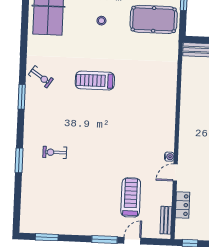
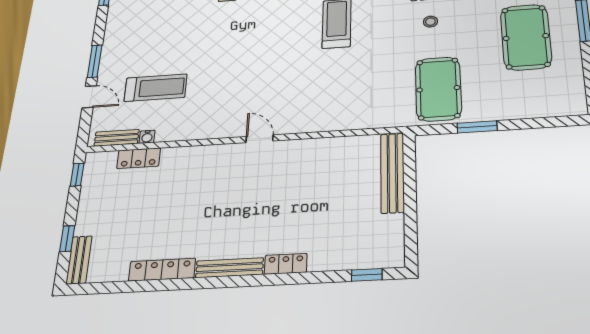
water cooler: (169, 157) -> (147, 137), moved
door: (175, 172) -> (260, 139), moved

